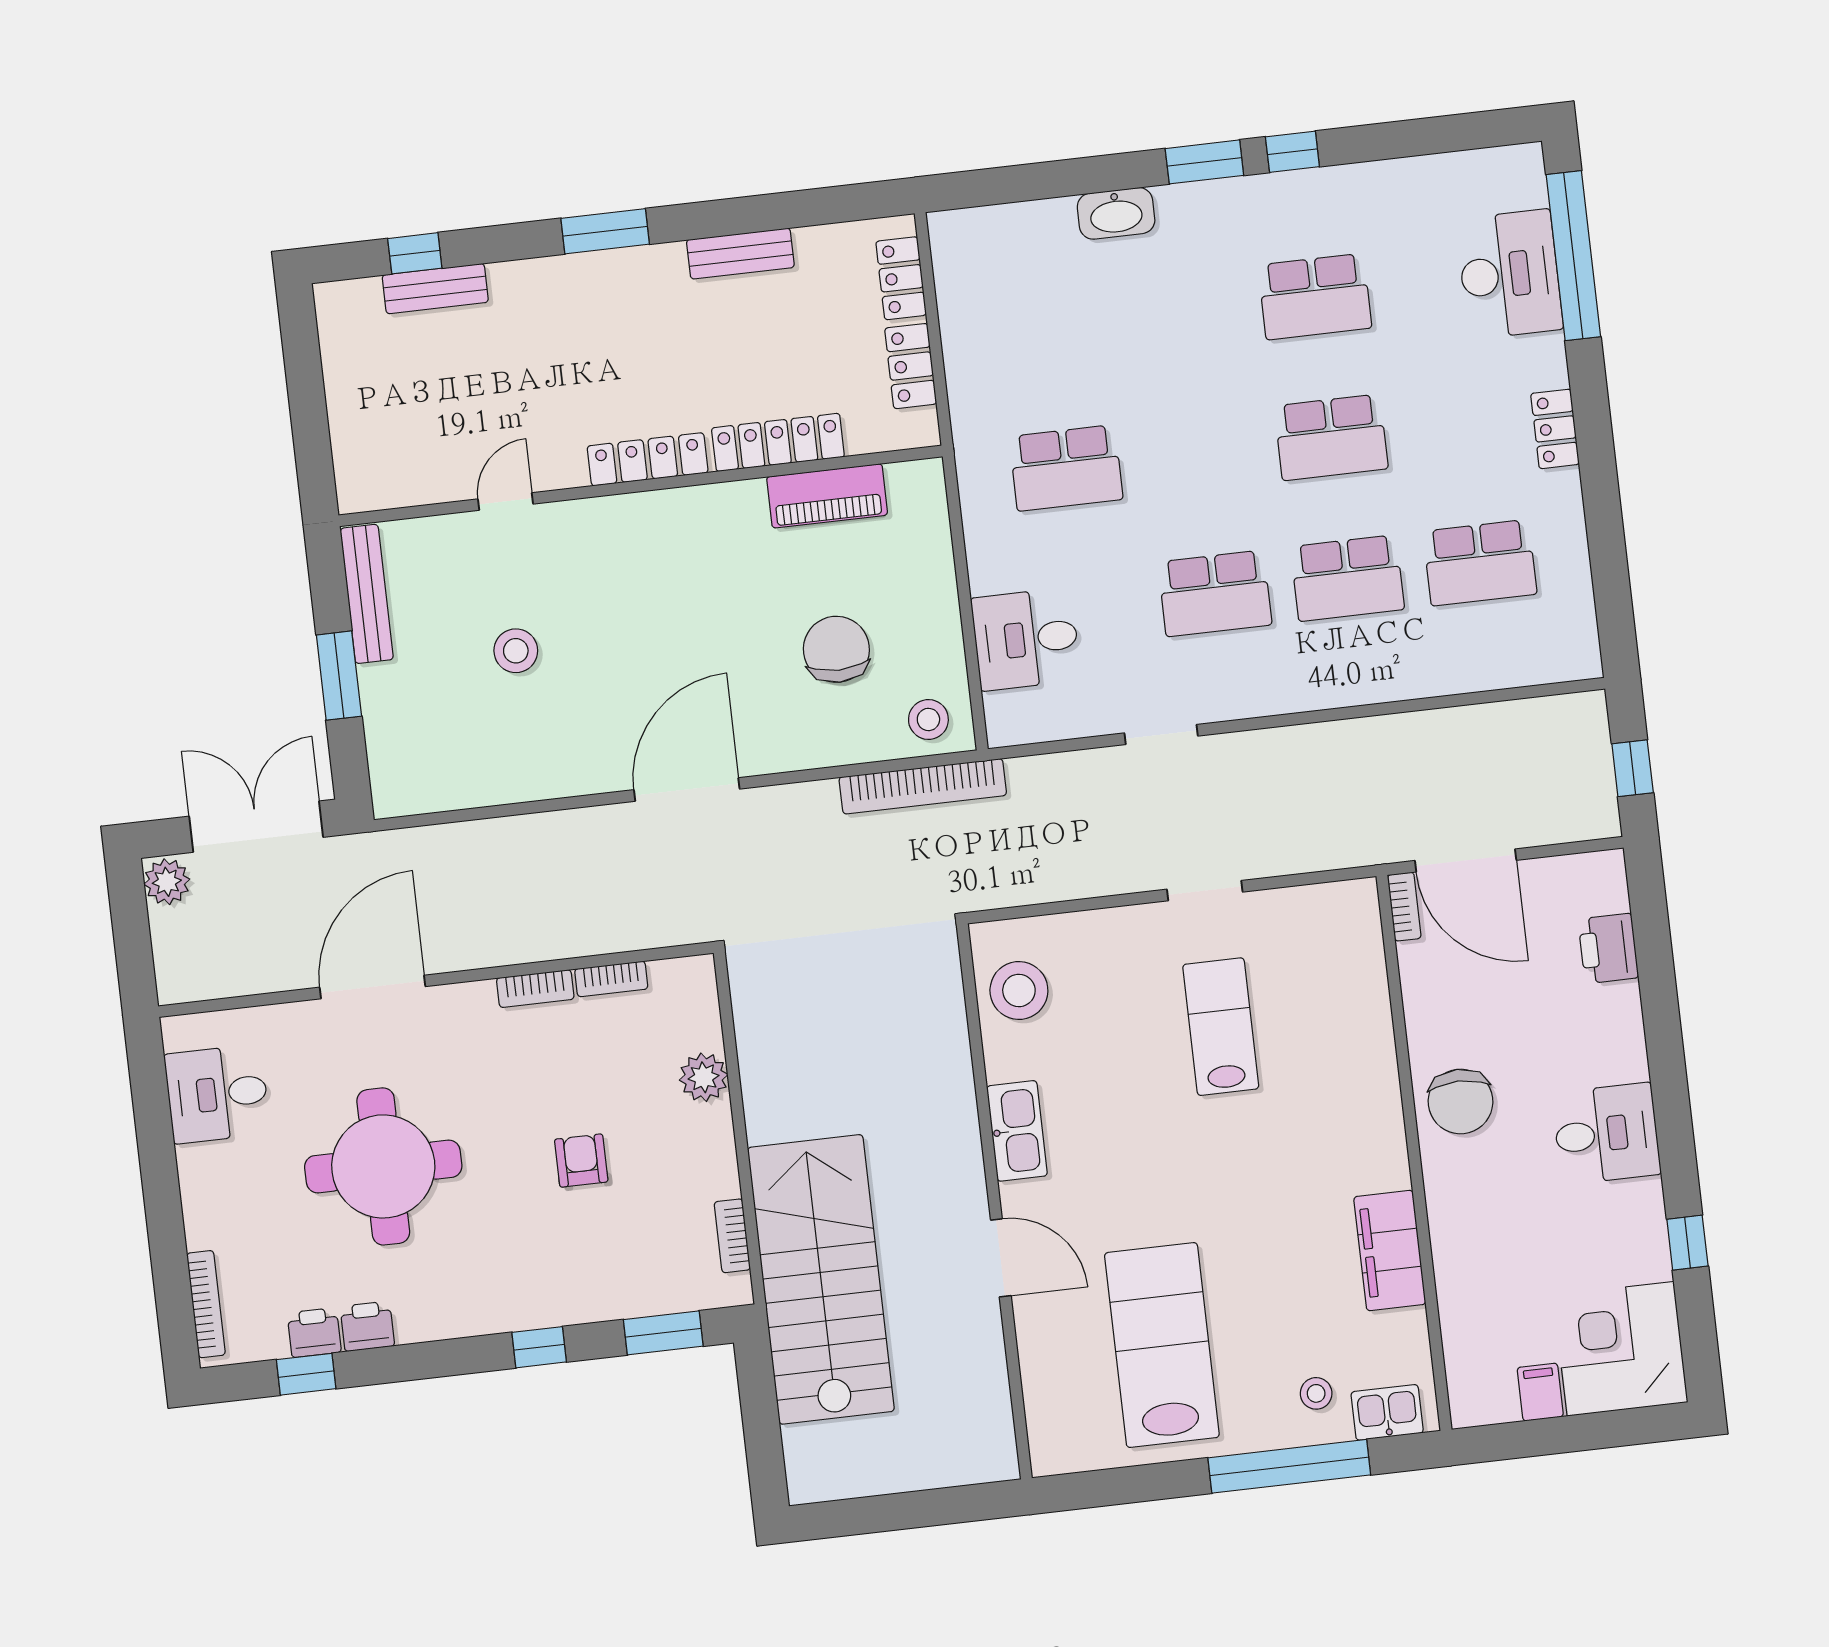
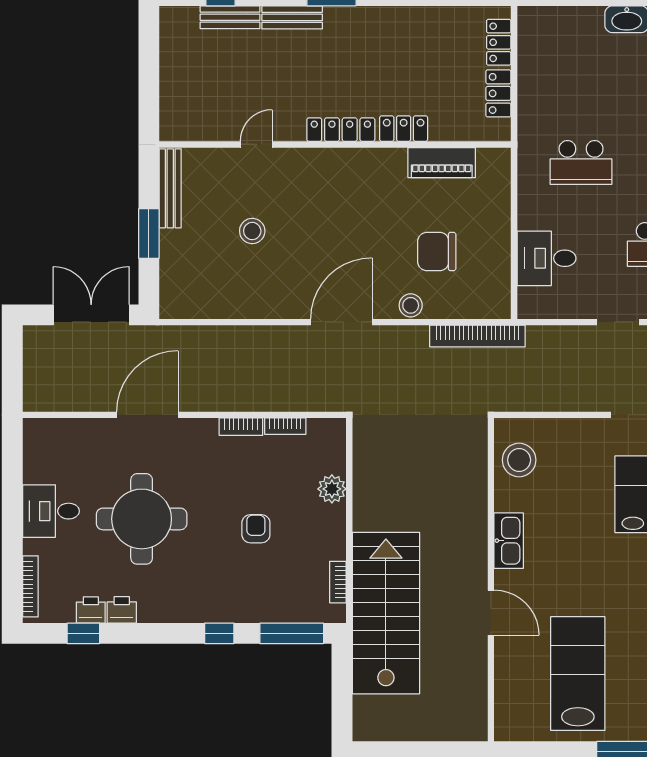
bench: (740, 254) -> (292, 17), moved
locker: (778, 442) -> (404, 129), width x0.66
chair: (836, 649) -> (437, 252), turned -90
stool: (928, 719) -> (411, 305), moved
plant: (167, 882) -> (36, 341), removed
desk: (217, 1094) -> (51, 511), moved
window: (663, 1333) -> (292, 633), width x1.44

